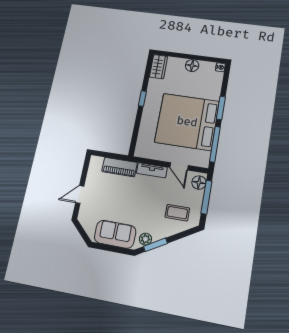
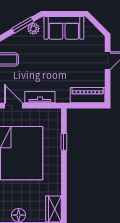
window: (142, 99) -> (64, 142), moved
piano: (120, 167) -> (88, 95), moved

